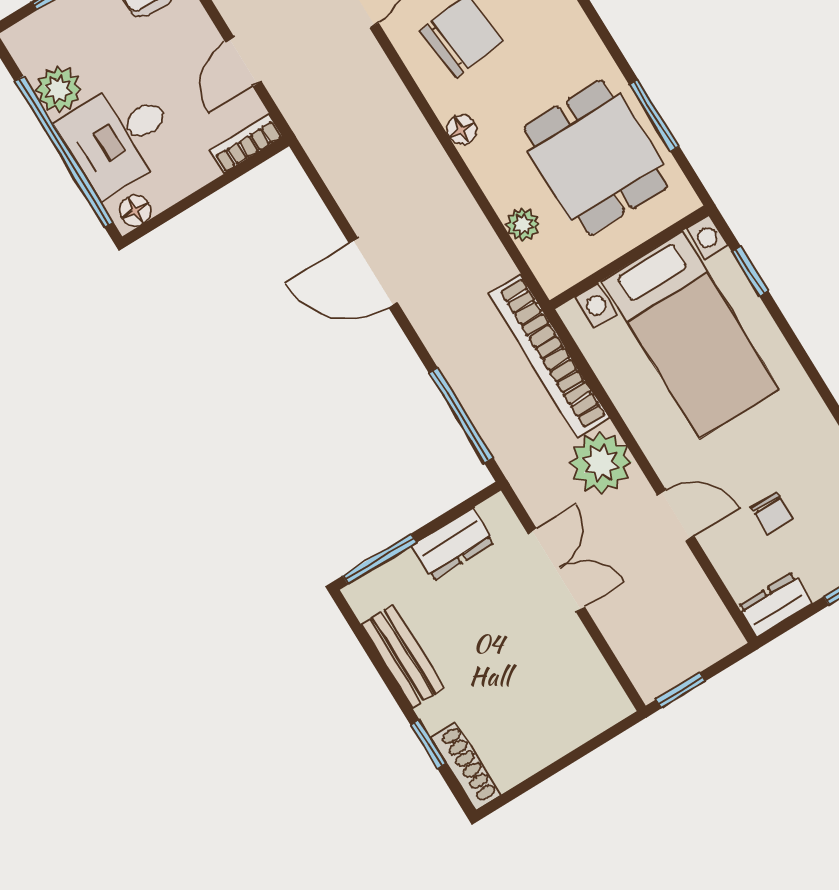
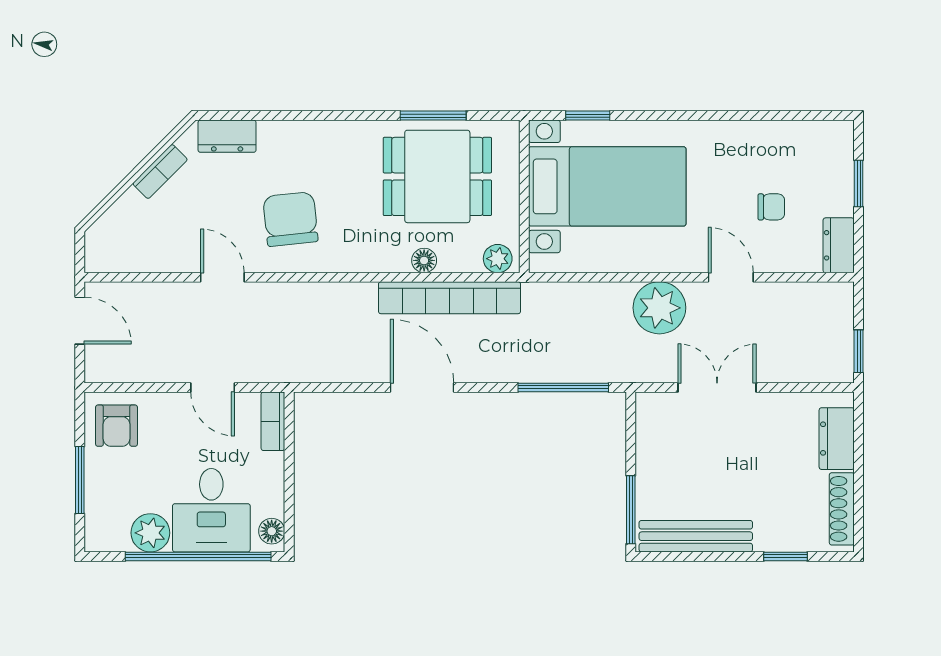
floor lamp: (462, 130) -> (424, 260), moved
plant: (523, 225) -> (498, 259), moved
door: (373, 273) -> (422, 387), swing flipped
bookcase: (549, 356) -> (449, 298), moved
door: (676, 516) -> (731, 277), hinge flipped
dresser: (453, 544) -> (837, 439), moved, turned 180
bench: (403, 656) -> (696, 536), width x1.36
shoe rack: (465, 766) -> (842, 509), moved, turned -90

